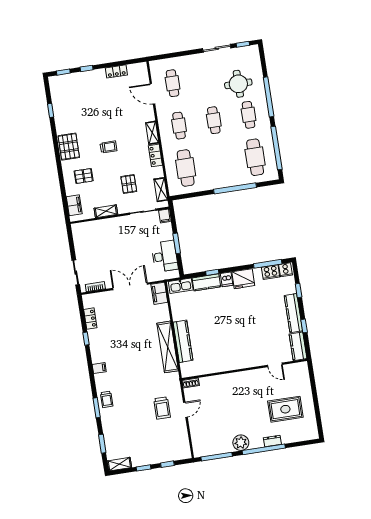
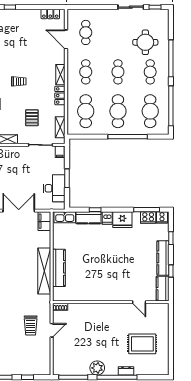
locker: (116, 71) -> (50, 14), moved
cafe table: (220, 163) -> (118, 111), added

